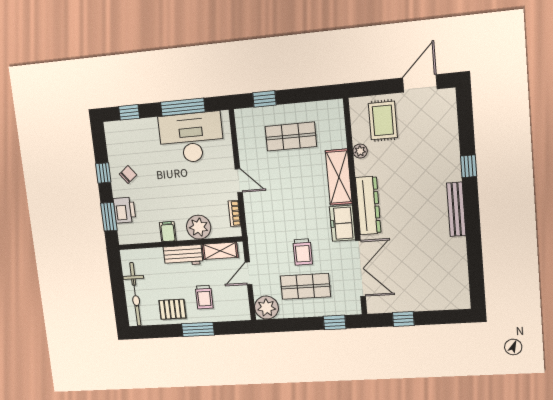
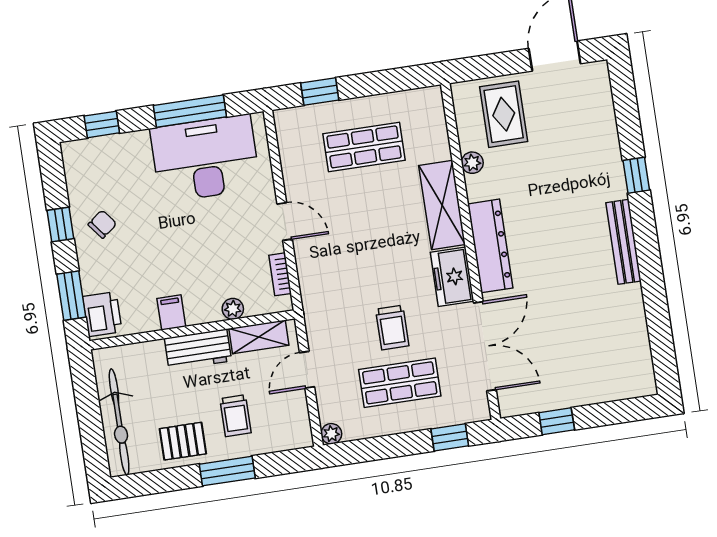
printer: (124, 210) -> (102, 314), moved
plant: (199, 227) -> (233, 309), width x0.53, depth x0.53
plant: (266, 308) -> (331, 434), width x0.53, depth x0.53

